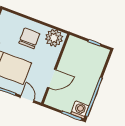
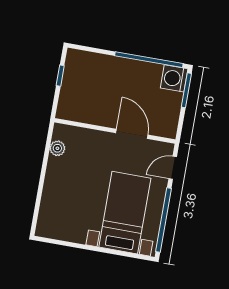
chair: (29, 38) -> (73, 183), removed
plant: (54, 38) -> (57, 148), width x0.53, depth x0.53

